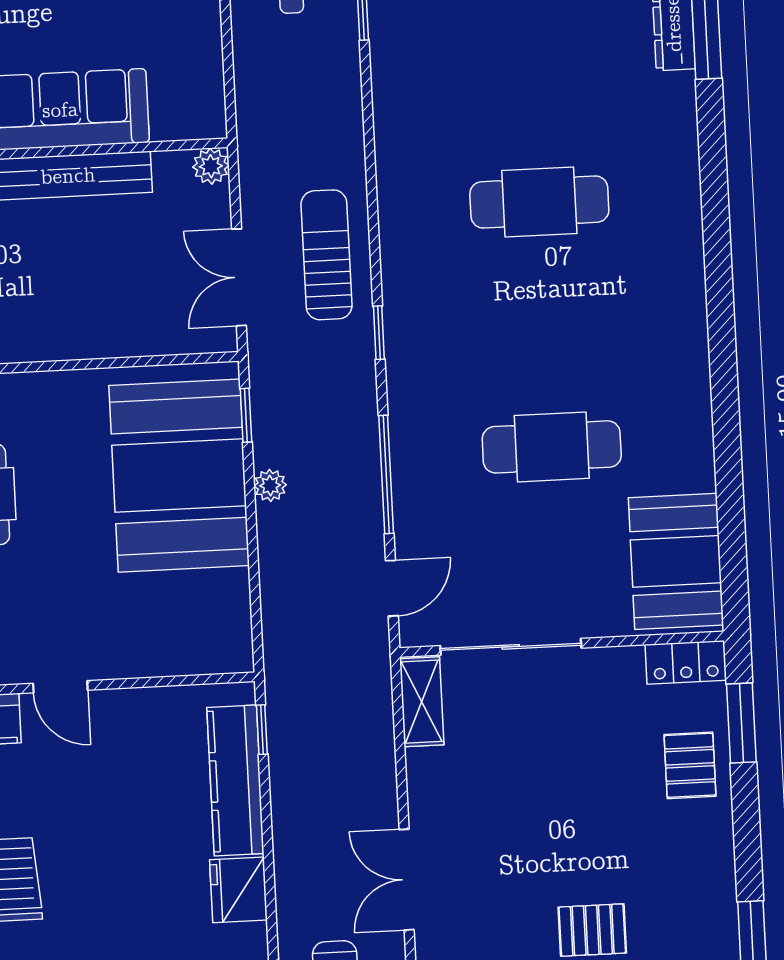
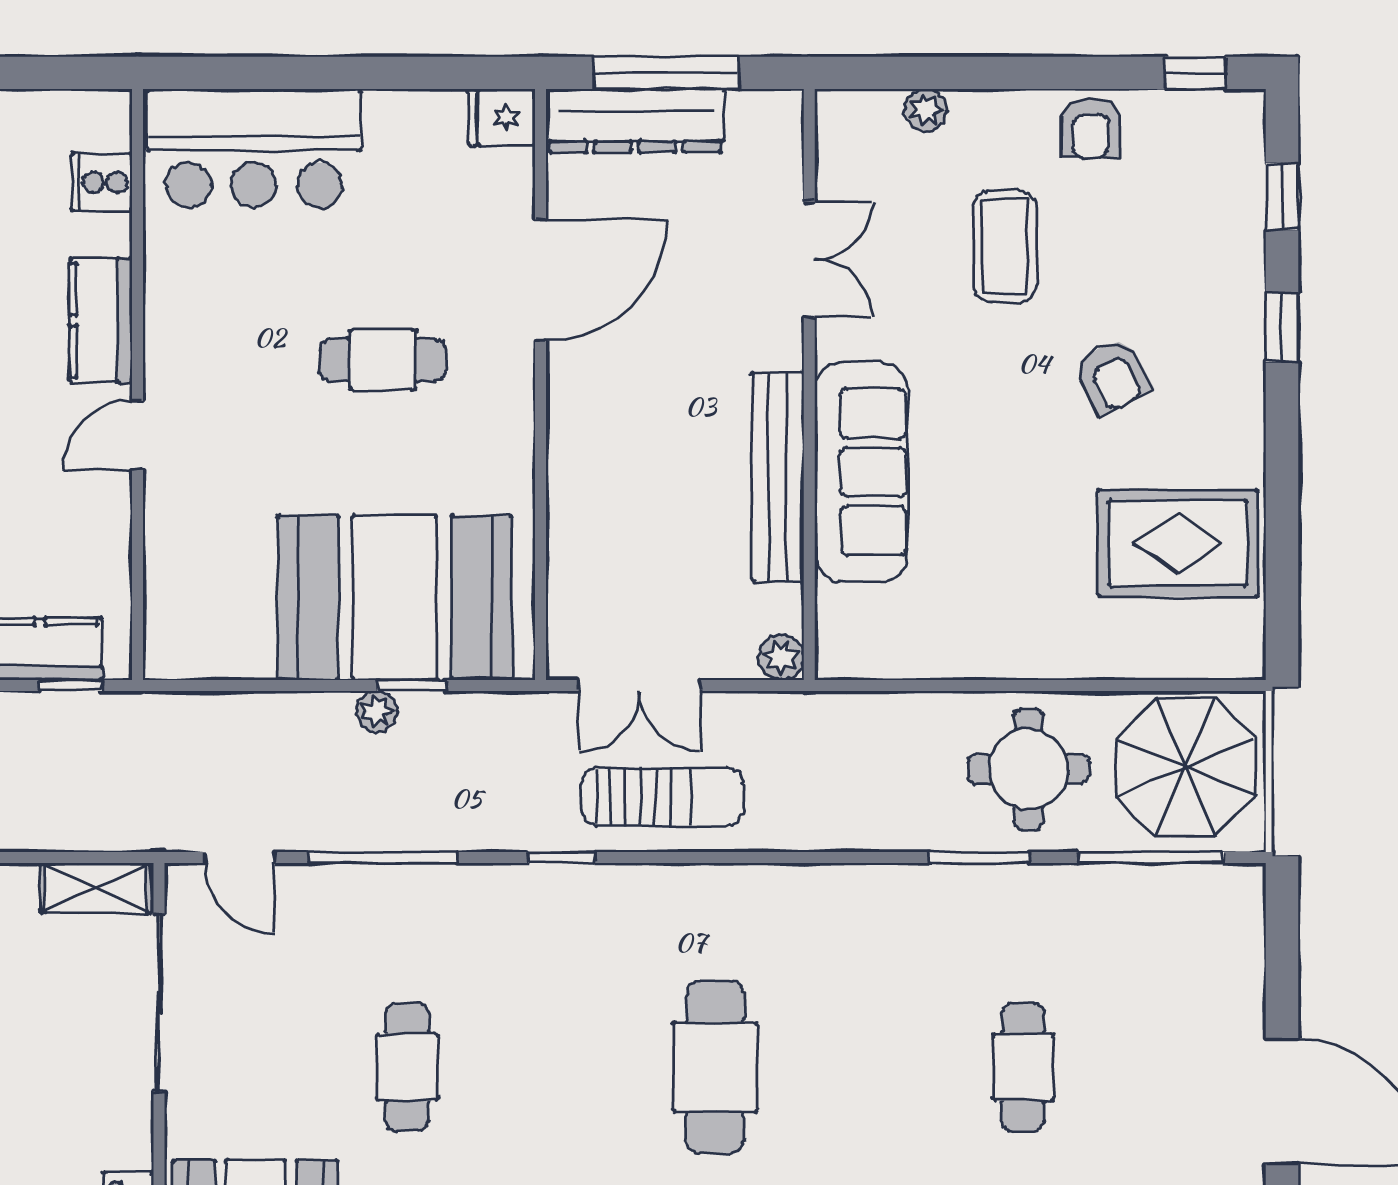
double door: (239, 277) -> (640, 686), swing flipped
window: (246, 415) -> (412, 686), moved
cafe table: (552, 447) -> (407, 1067), width x0.73, depth x0.74

